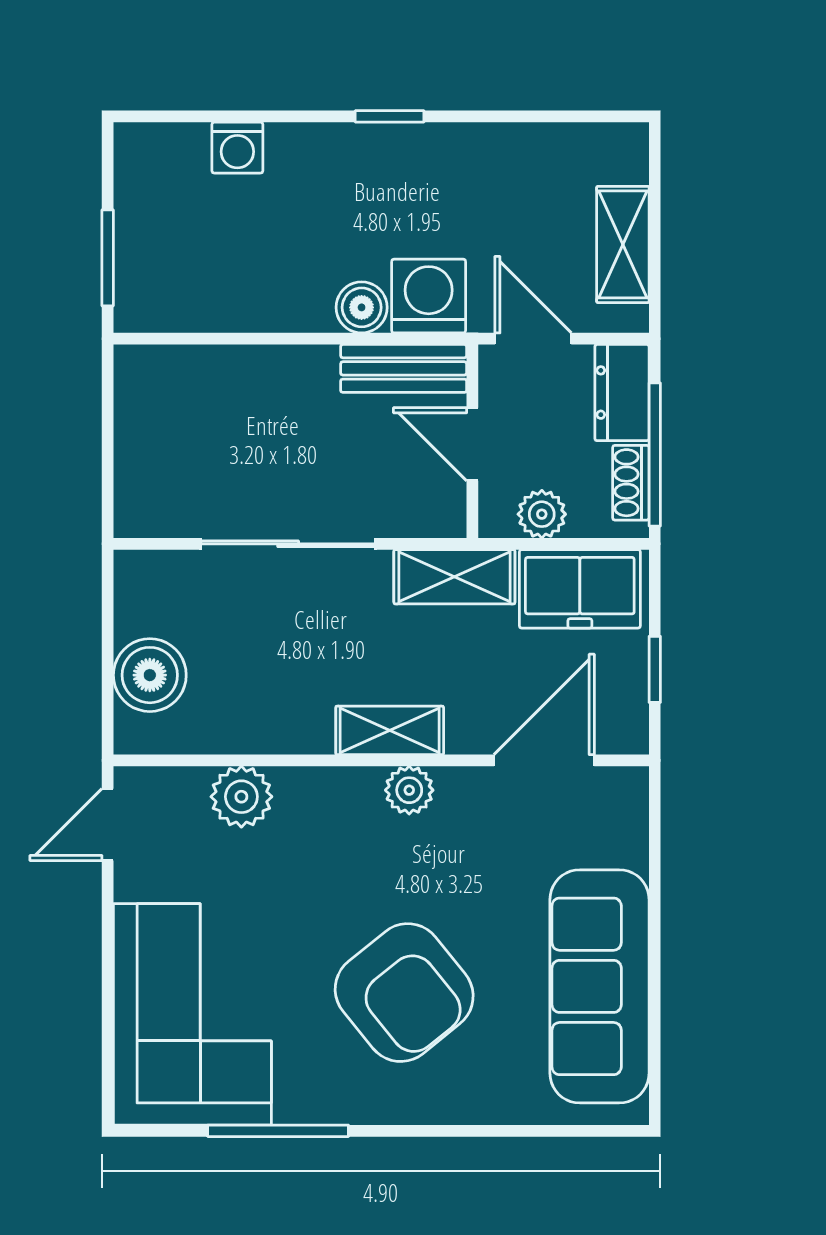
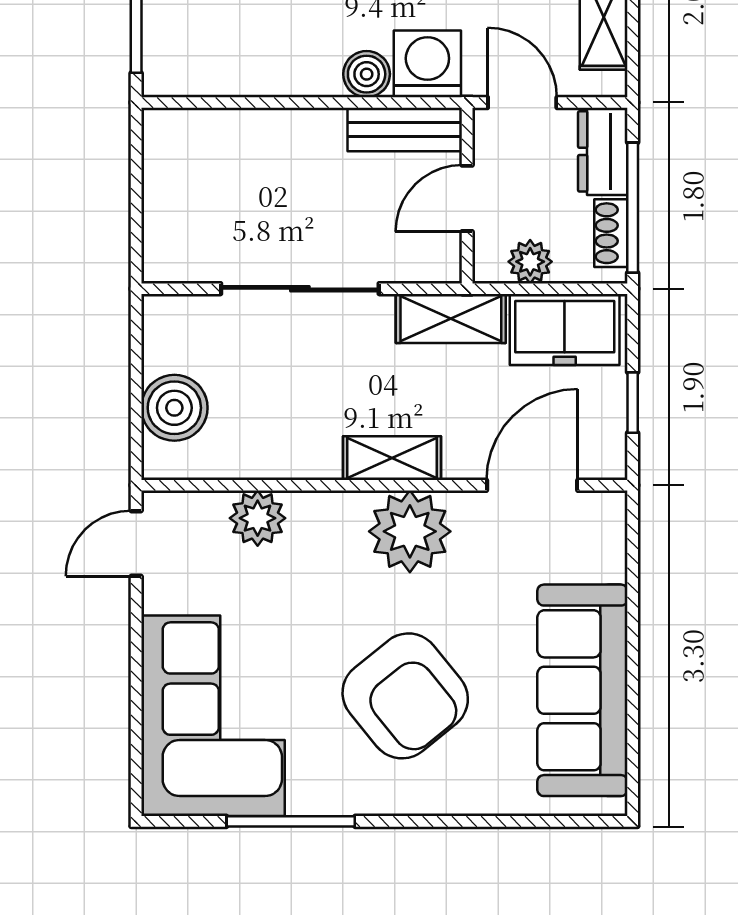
door: (472, 444) -> (467, 198), hinge flipped
plant: (409, 790) -> (410, 531), width x1.87, depth x1.87

